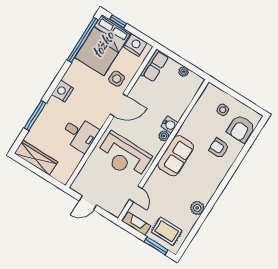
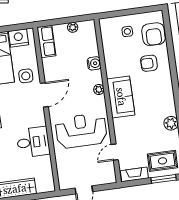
water cooler: (169, 125) -> (94, 63), moved
reception desk: (124, 156) -> (81, 131), turned 180
door: (136, 194) -> (115, 152), swing flipped

